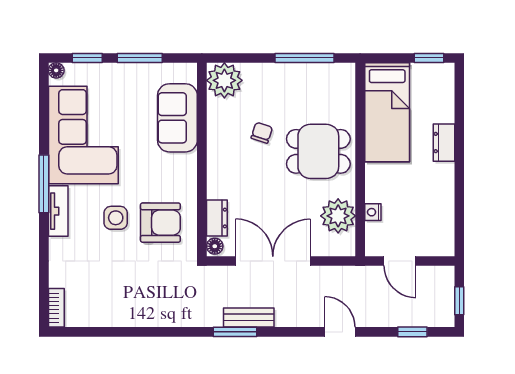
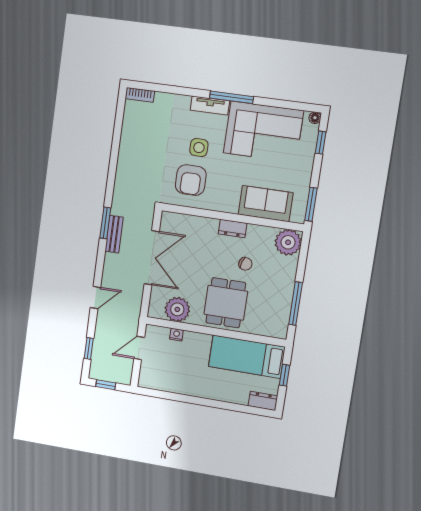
window: (140, 58) -> (311, 204), moved
window: (429, 58) -> (284, 375), moved
dresser: (444, 143) -> (263, 401), moved
dresser: (217, 218) -> (233, 228), moved
floor lamp: (215, 246) -> (168, 217), removed

